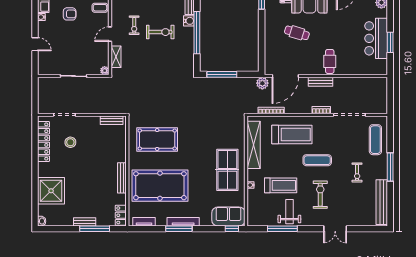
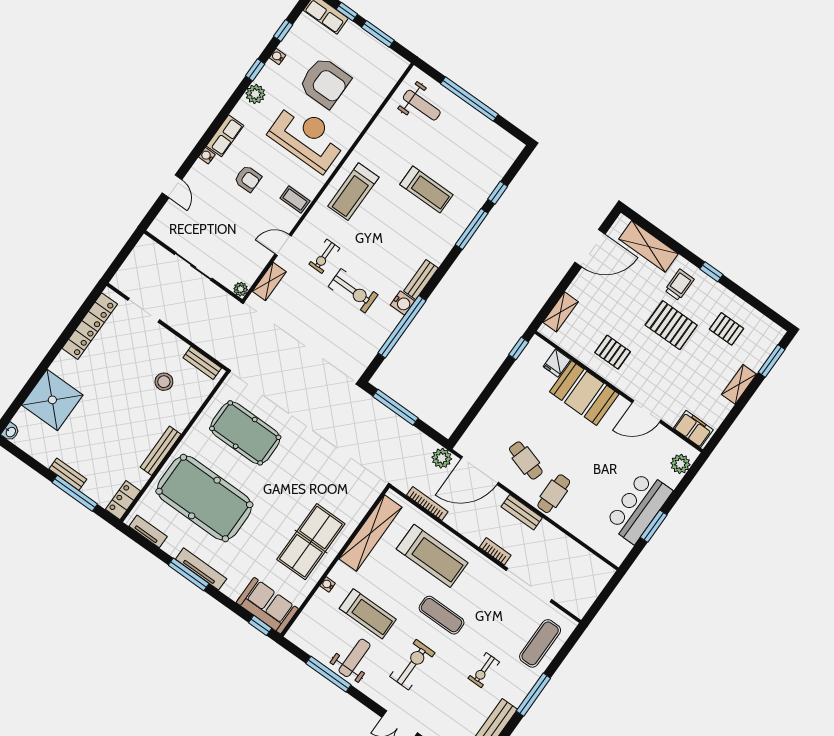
cafe table: (297, 33) -> (526, 460), moved
stool: (70, 142) -> (164, 382), moved

